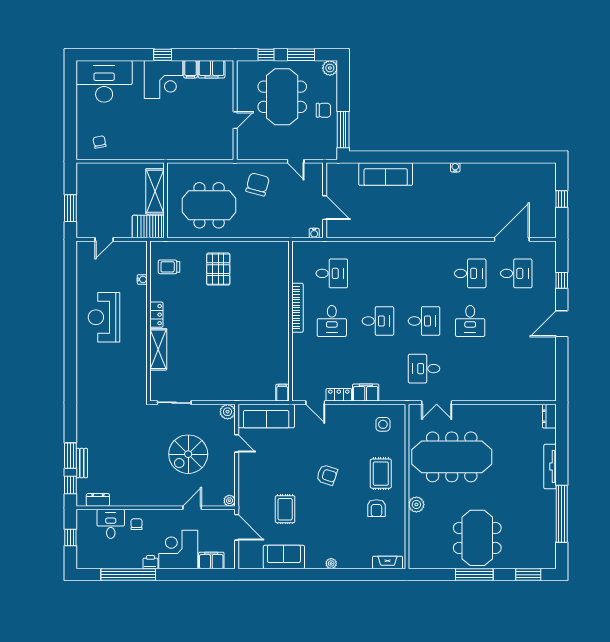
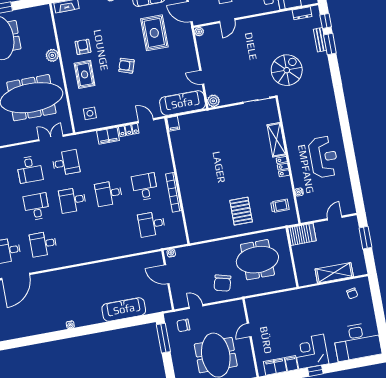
chair: (323, 110) -> (183, 325), moved
shelving: (155, 191) -> (334, 273), moved, turned 90
desk: (470, 369) -> (30, 169), added
spiral stairs: (188, 454) -> (287, 70), moved
rug: (285, 509) -> (154, 33), width x1.36, depth x1.43

